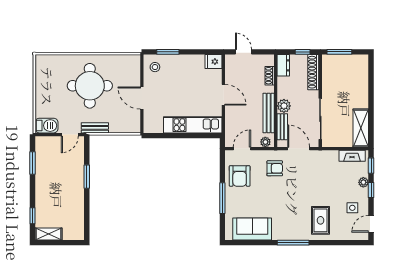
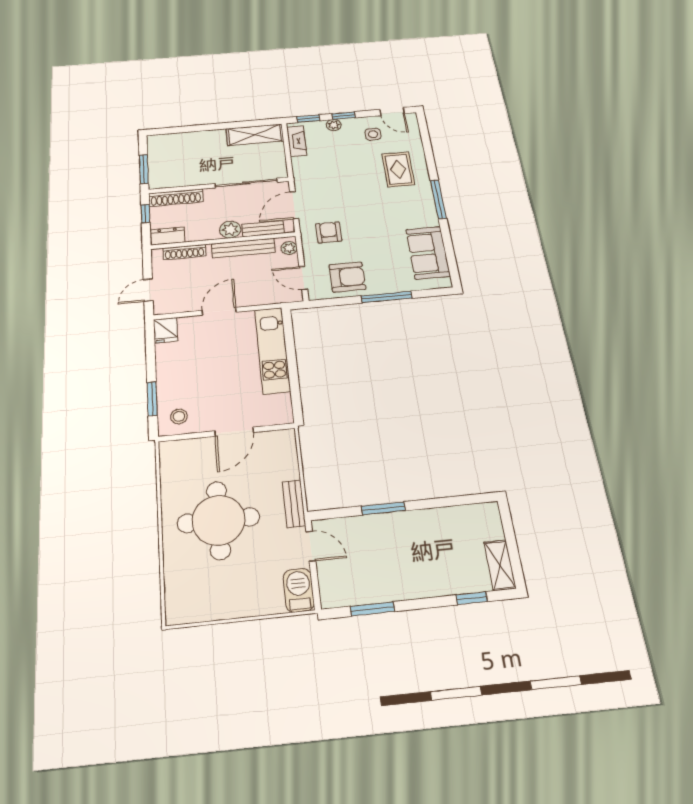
shoe rack: (270, 76) -> (184, 252), width x1.43
rug: (321, 220) -> (398, 169), turned 90

